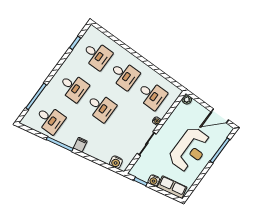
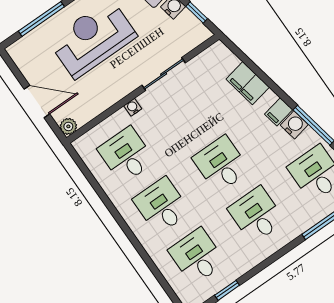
door: (220, 116) -> (37, 101), moved
filing cabinet: (101, 154) -> (248, 83), added
water cooler: (116, 162) -> (294, 125), moved

